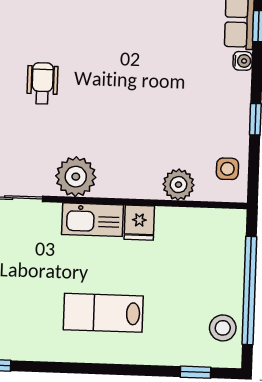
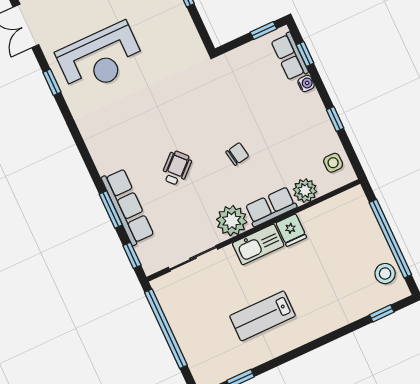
wheelchair: (42, 83) -> (177, 168), turned 47
chair: (121, 102) -> (237, 154), added
row of seats: (129, 183) -> (271, 207), added
lab bench: (103, 313) -> (263, 316), moved

